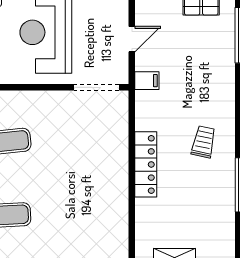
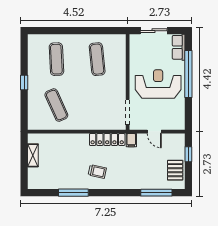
locker: (146, 164) -> (107, 139), moved
exercise mat: (84, 215) -> (56, 105), added

